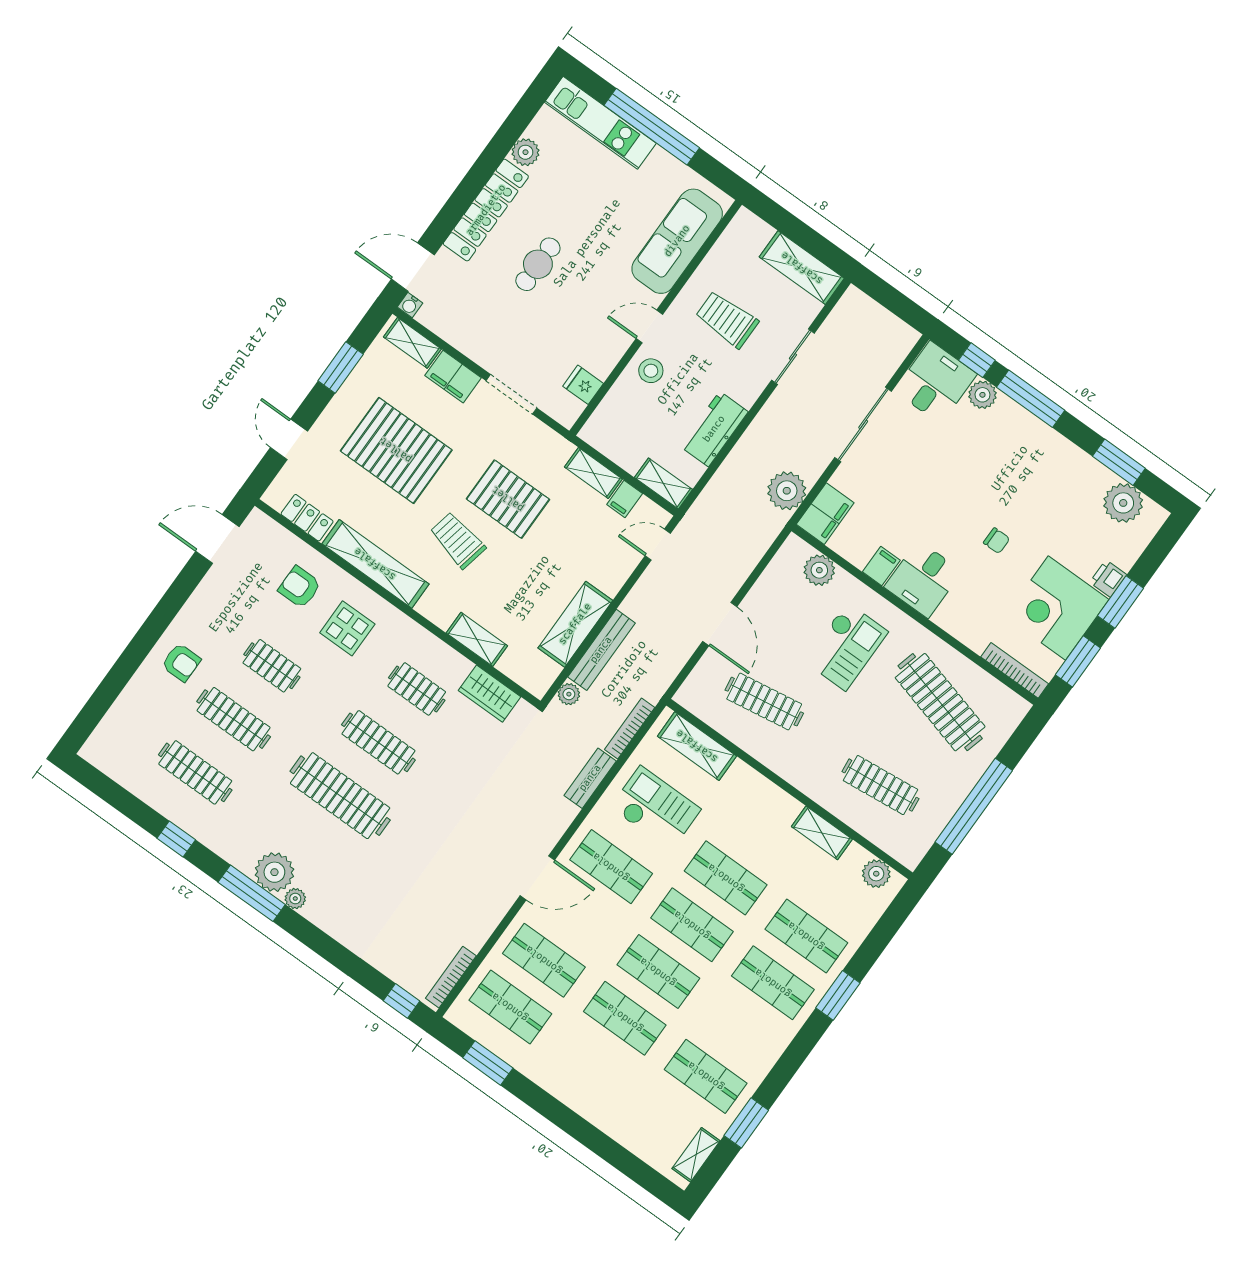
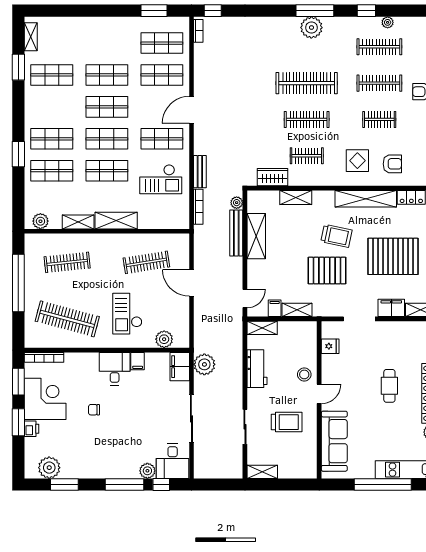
shelving: (802, 268) -> (262, 472), width x0.67, depth x0.75
shelving: (697, 746) -> (116, 221), moved
plant: (295, 899) -> (388, 22), moved
bookcase: (451, 977) -> (198, 31), width x0.64

